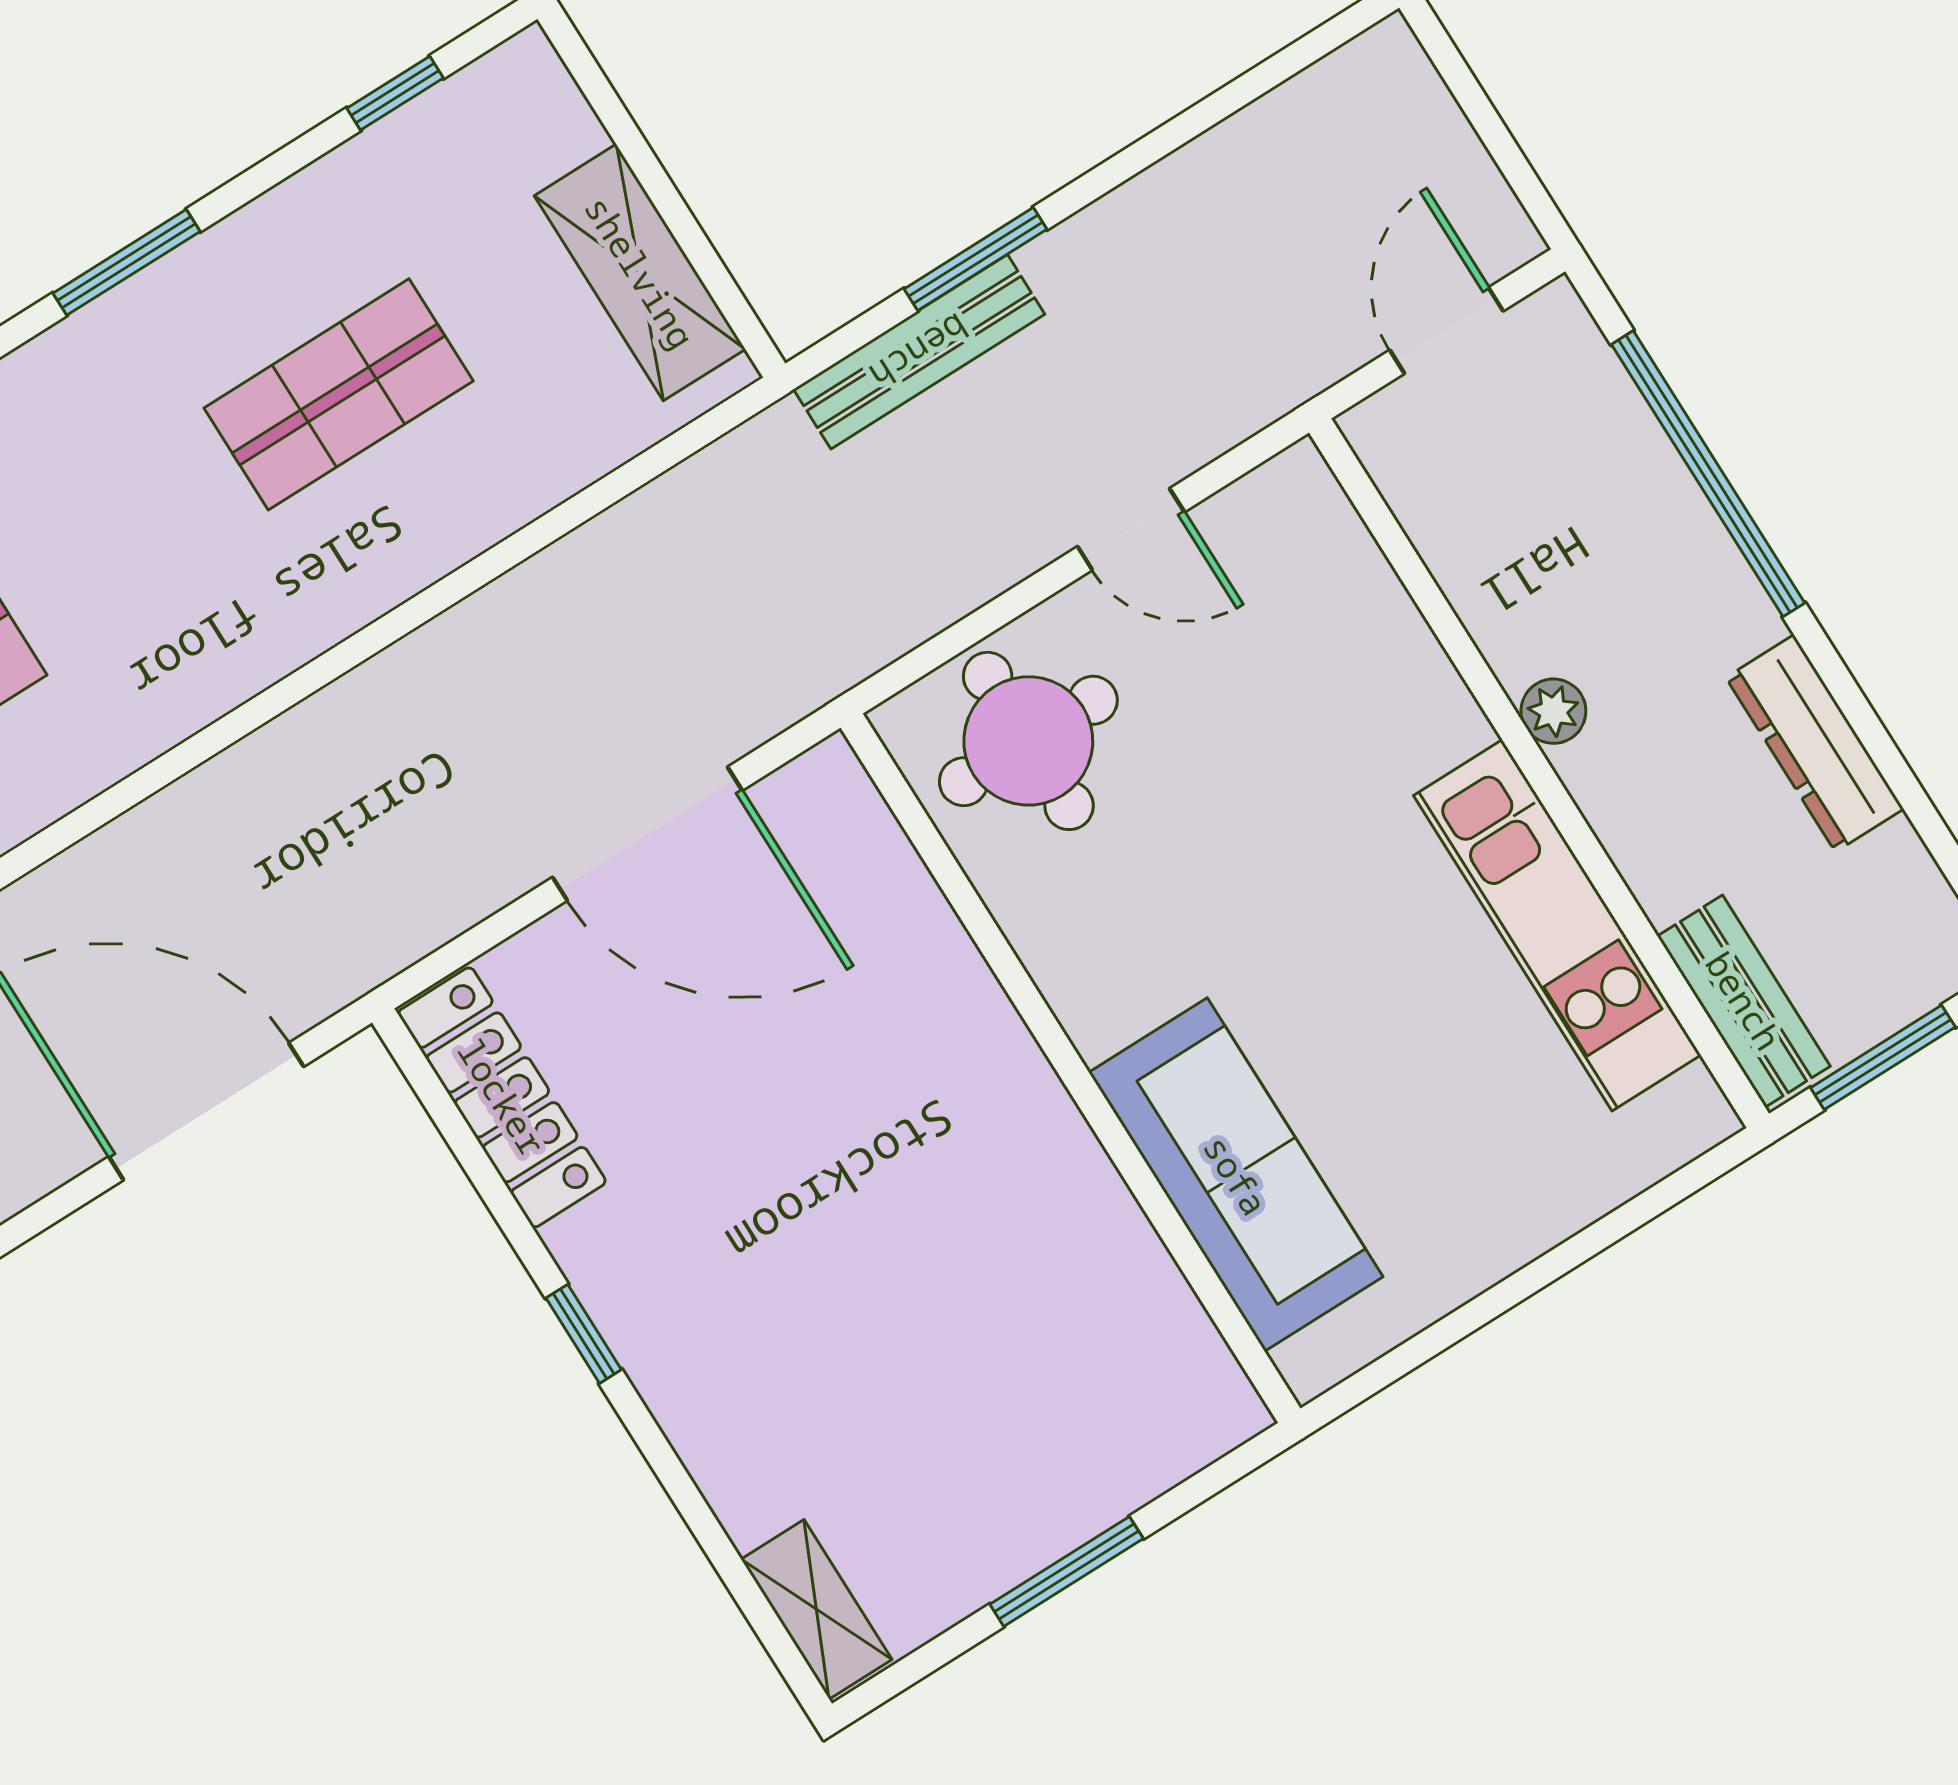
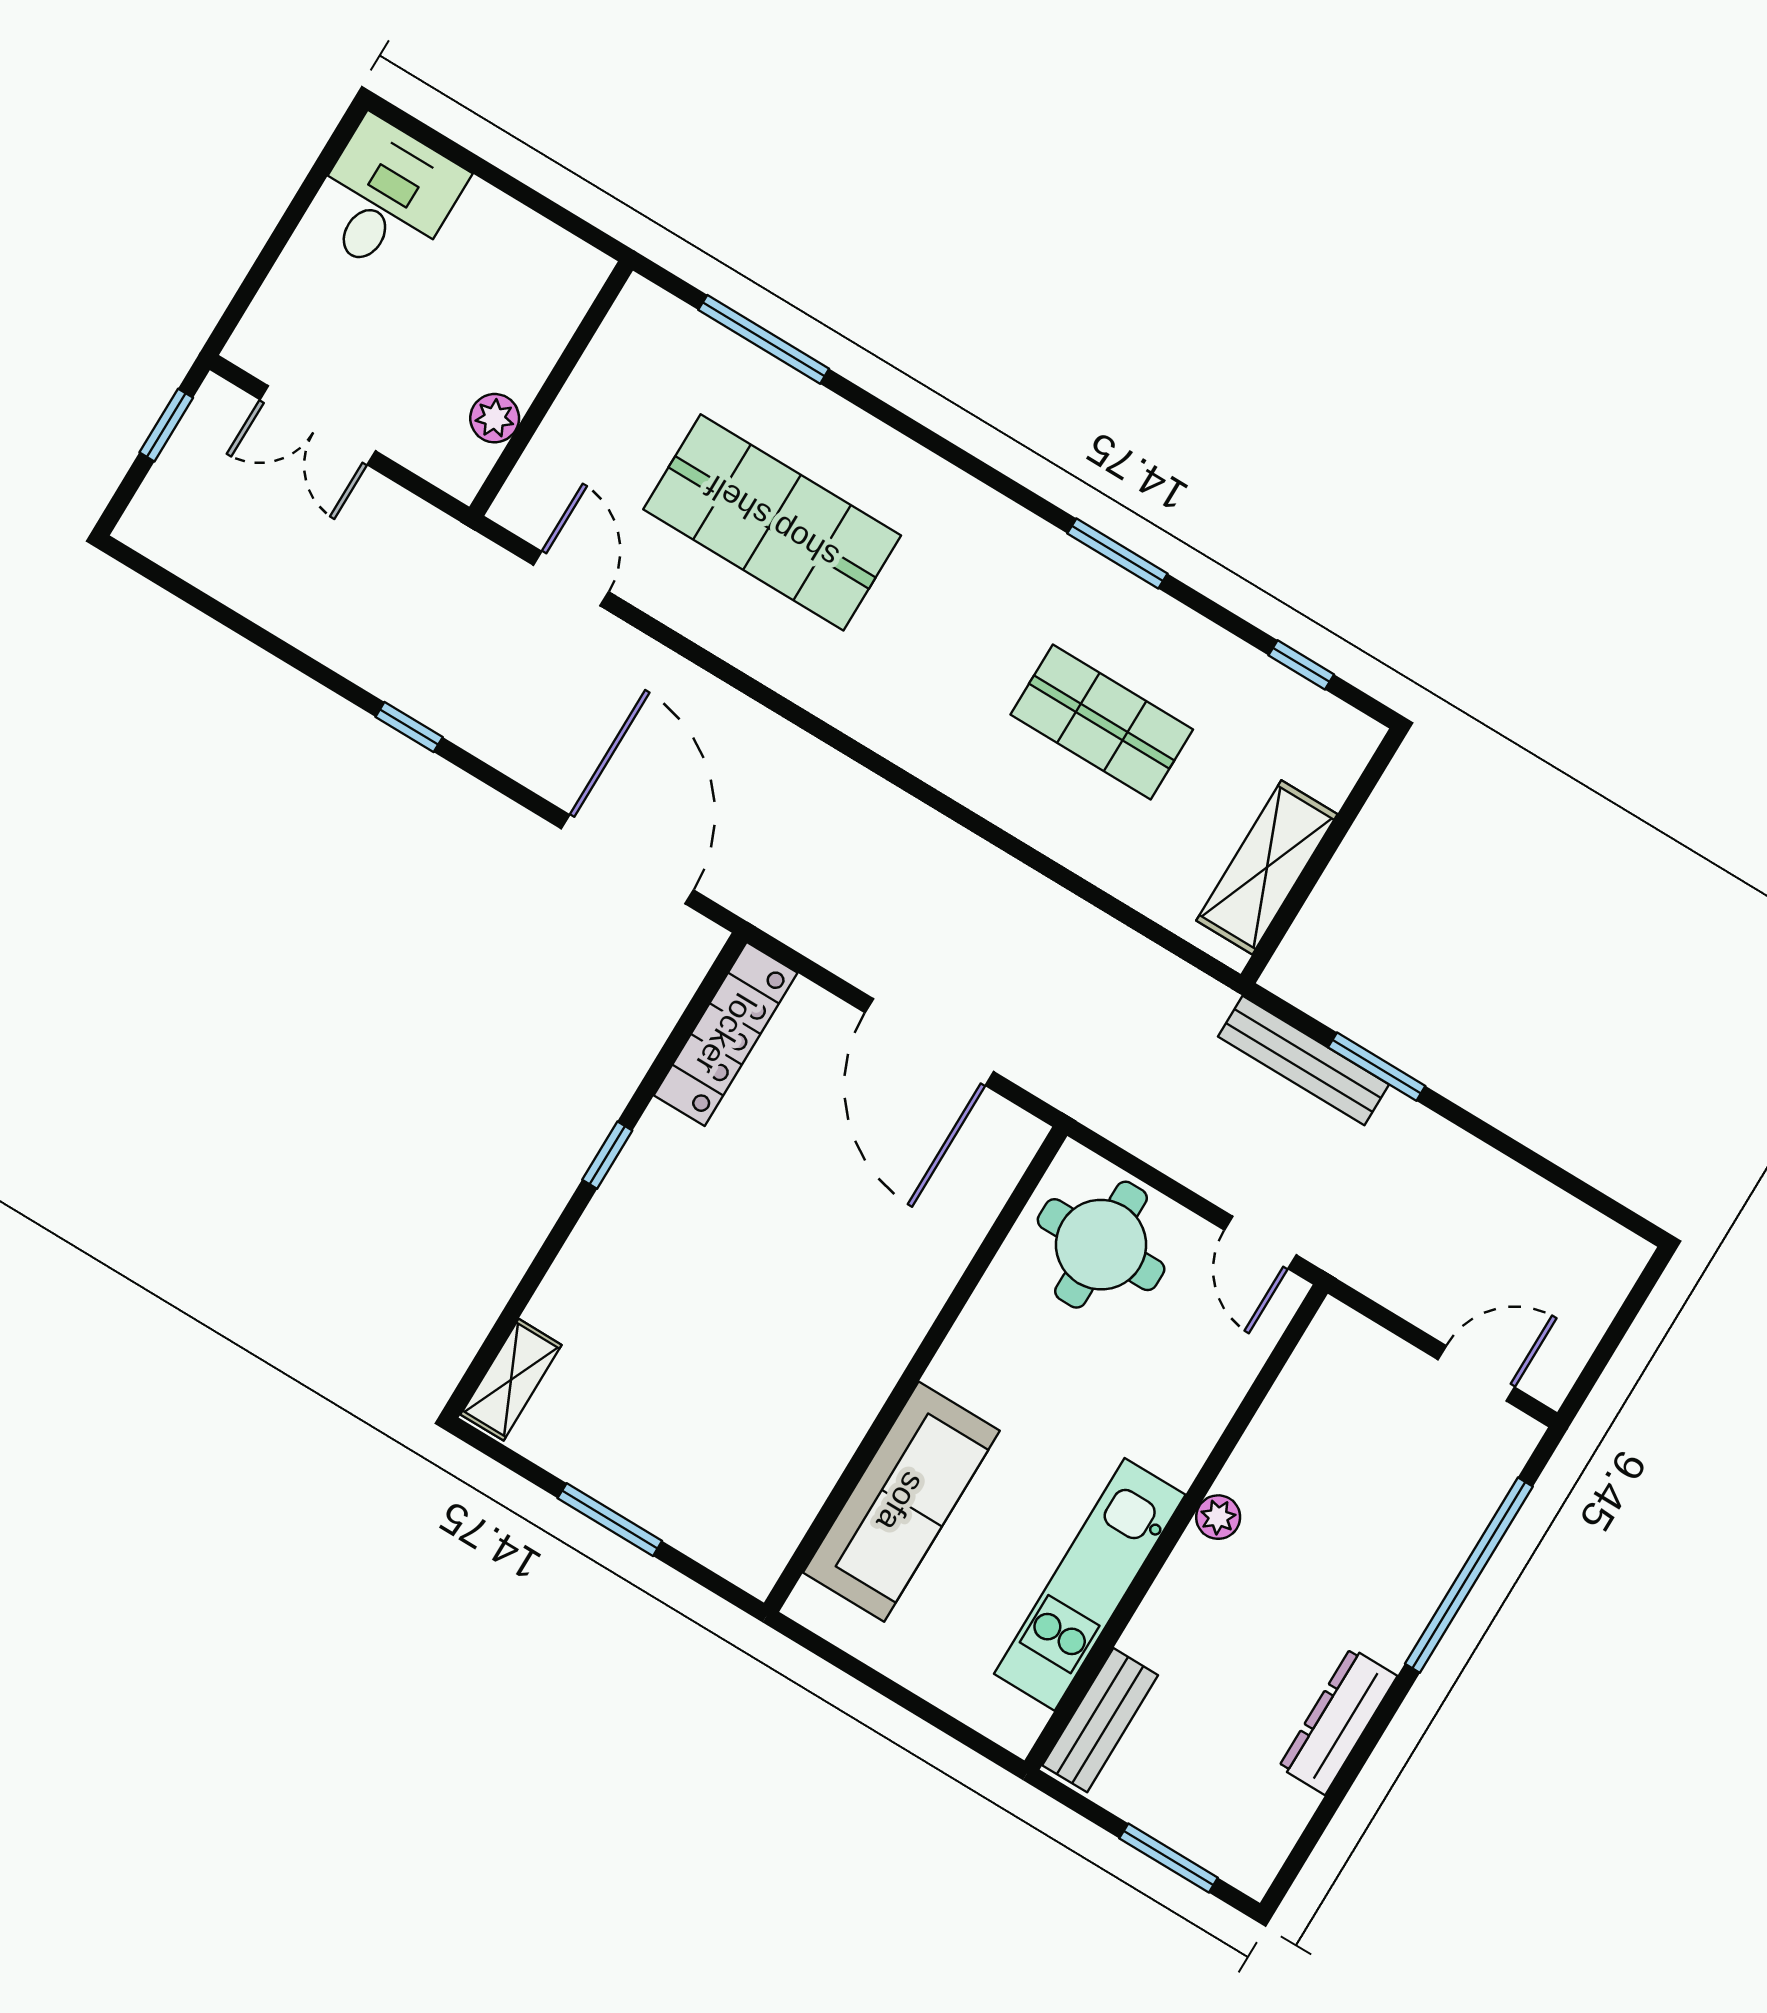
plant: (1553, 711) -> (1218, 1517), moved
wall: (1539, 773) -> (1176, 1527), moved
kitchen unit: (1557, 925) -> (1090, 1584), moved
bench: (1744, 1001) -> (1100, 1720), moved

